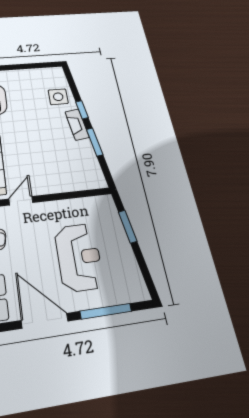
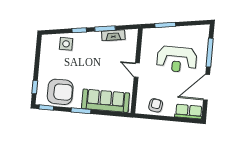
fireplace: (77, 124) -> (113, 35), moved
door: (21, 201) -> (137, 70), moved
reception desk: (79, 257) -> (177, 59), turned 180

